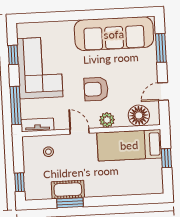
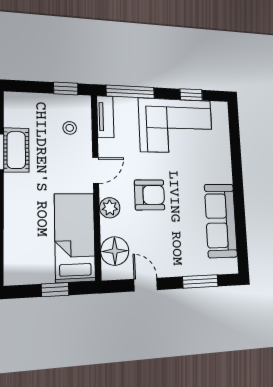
sofa: (114, 34) -> (221, 221), width x0.74, depth x0.79
armchair: (96, 89) -> (150, 195), turned 90
window: (20, 182) -> (66, 89), moved

